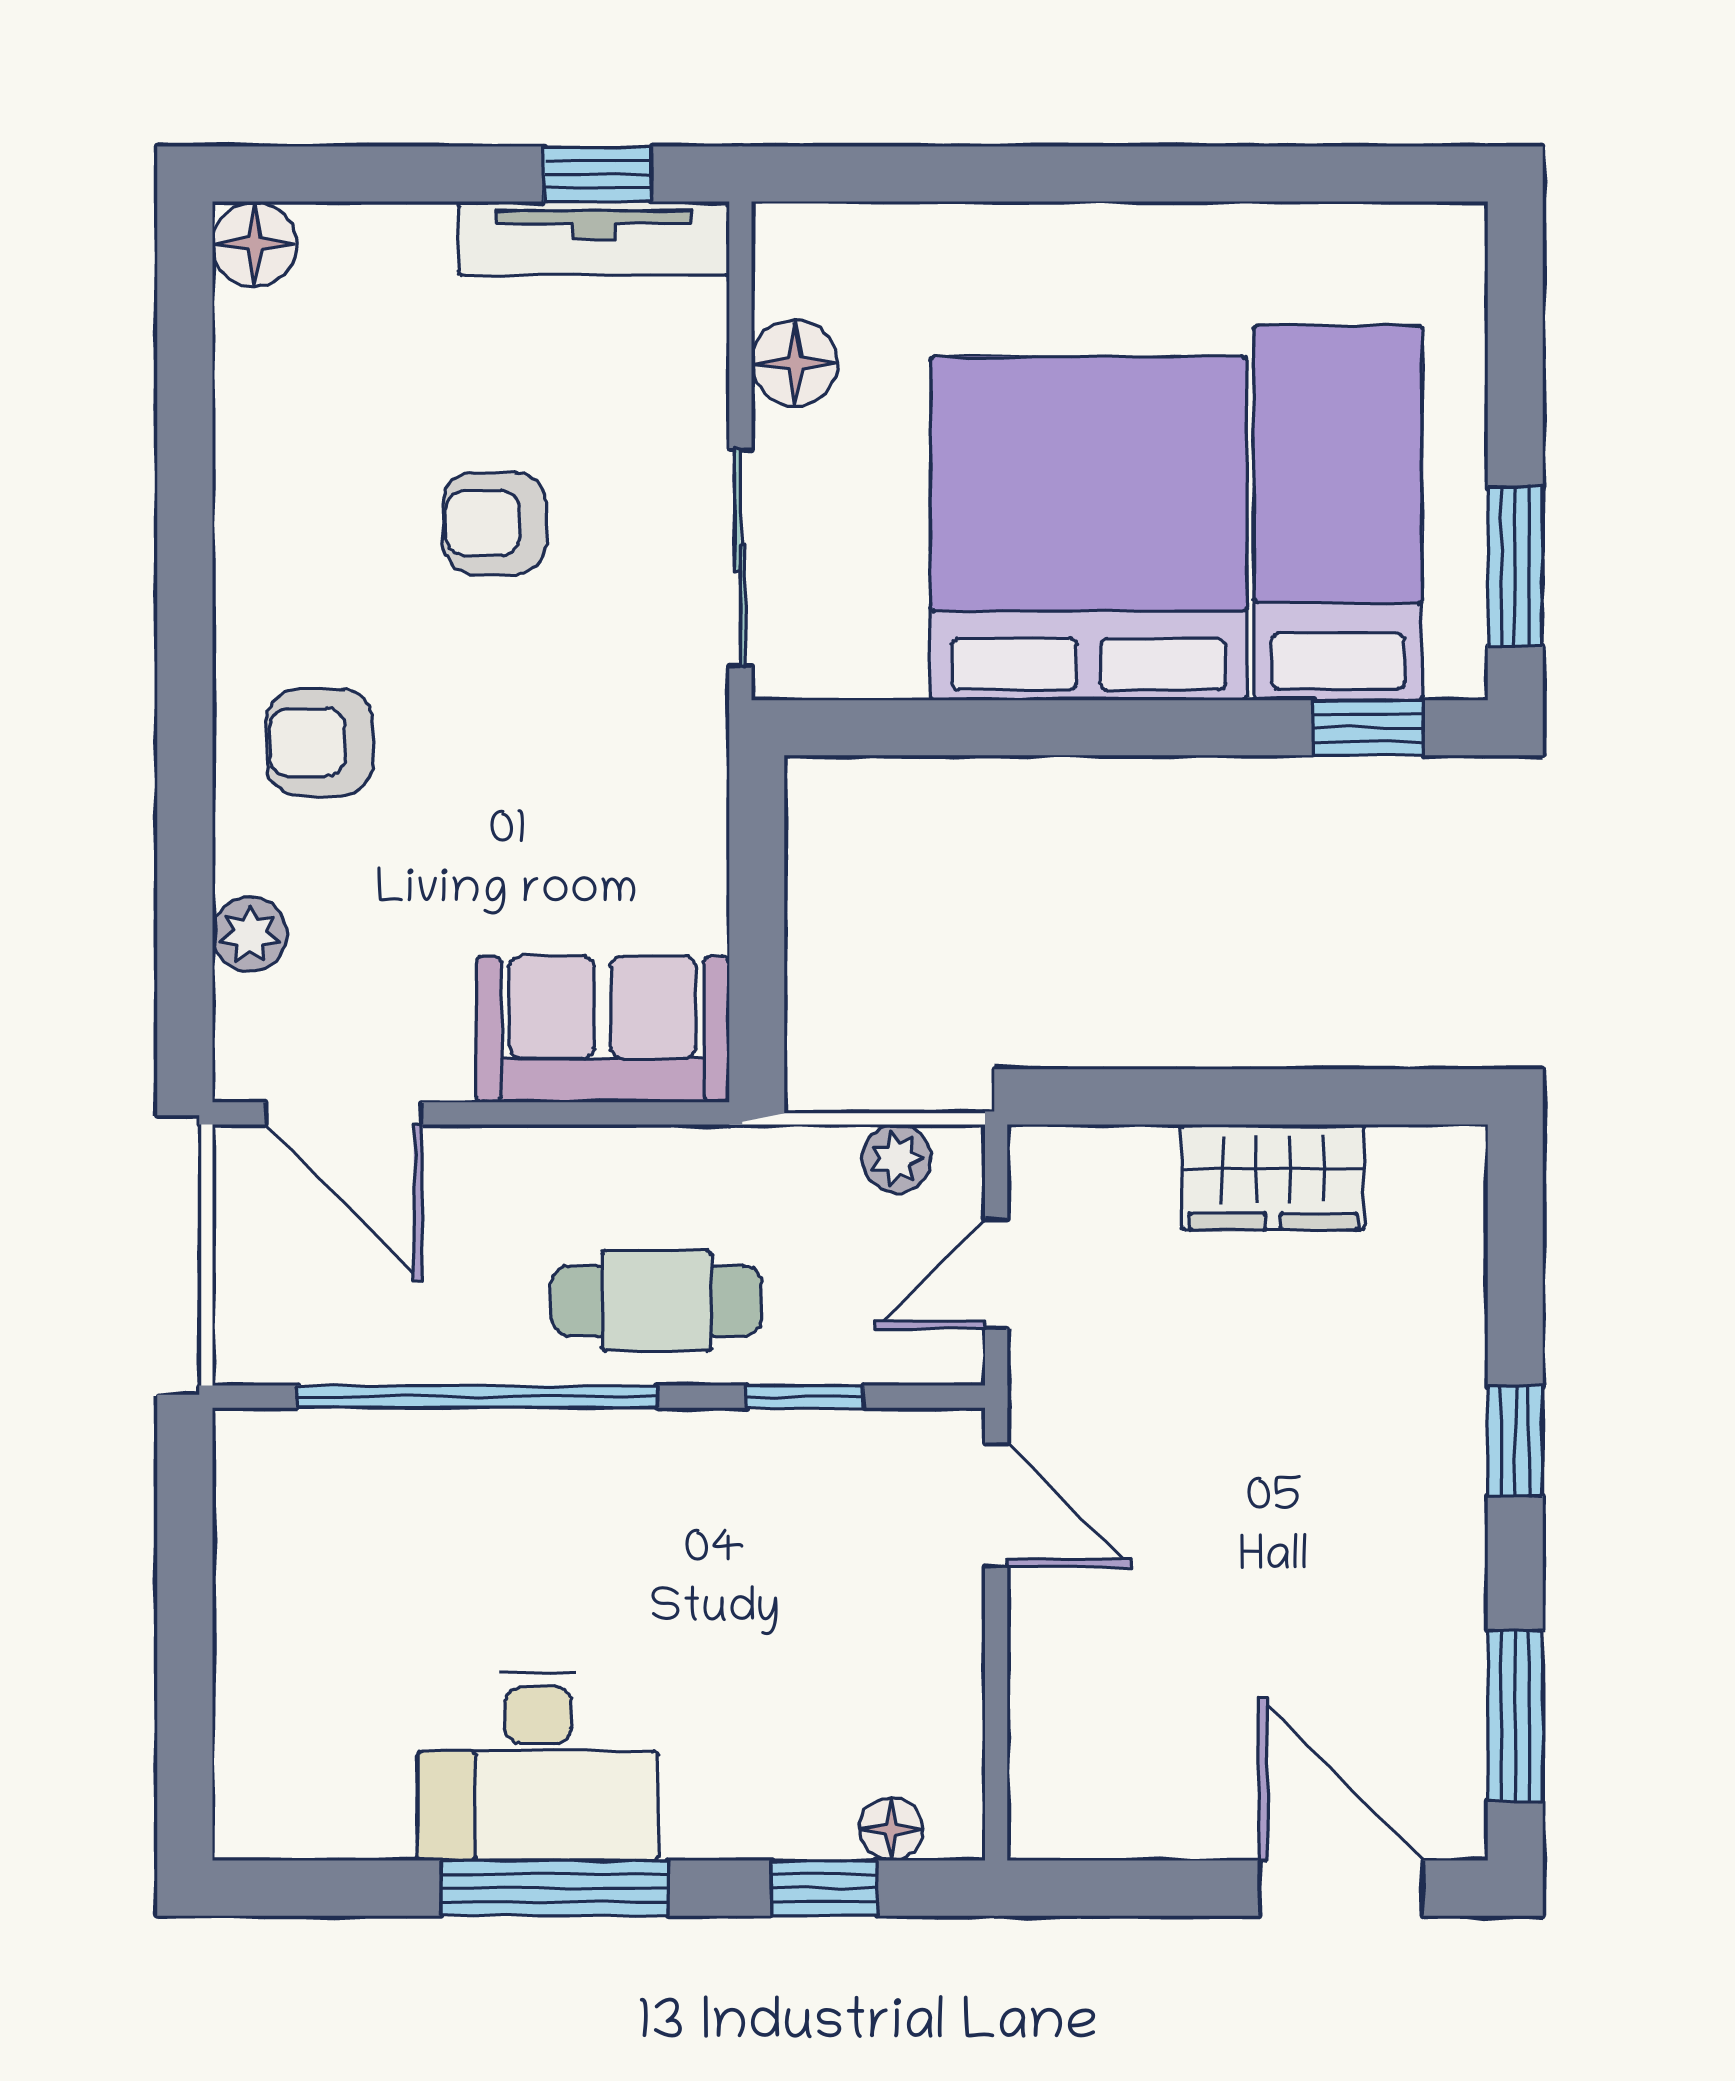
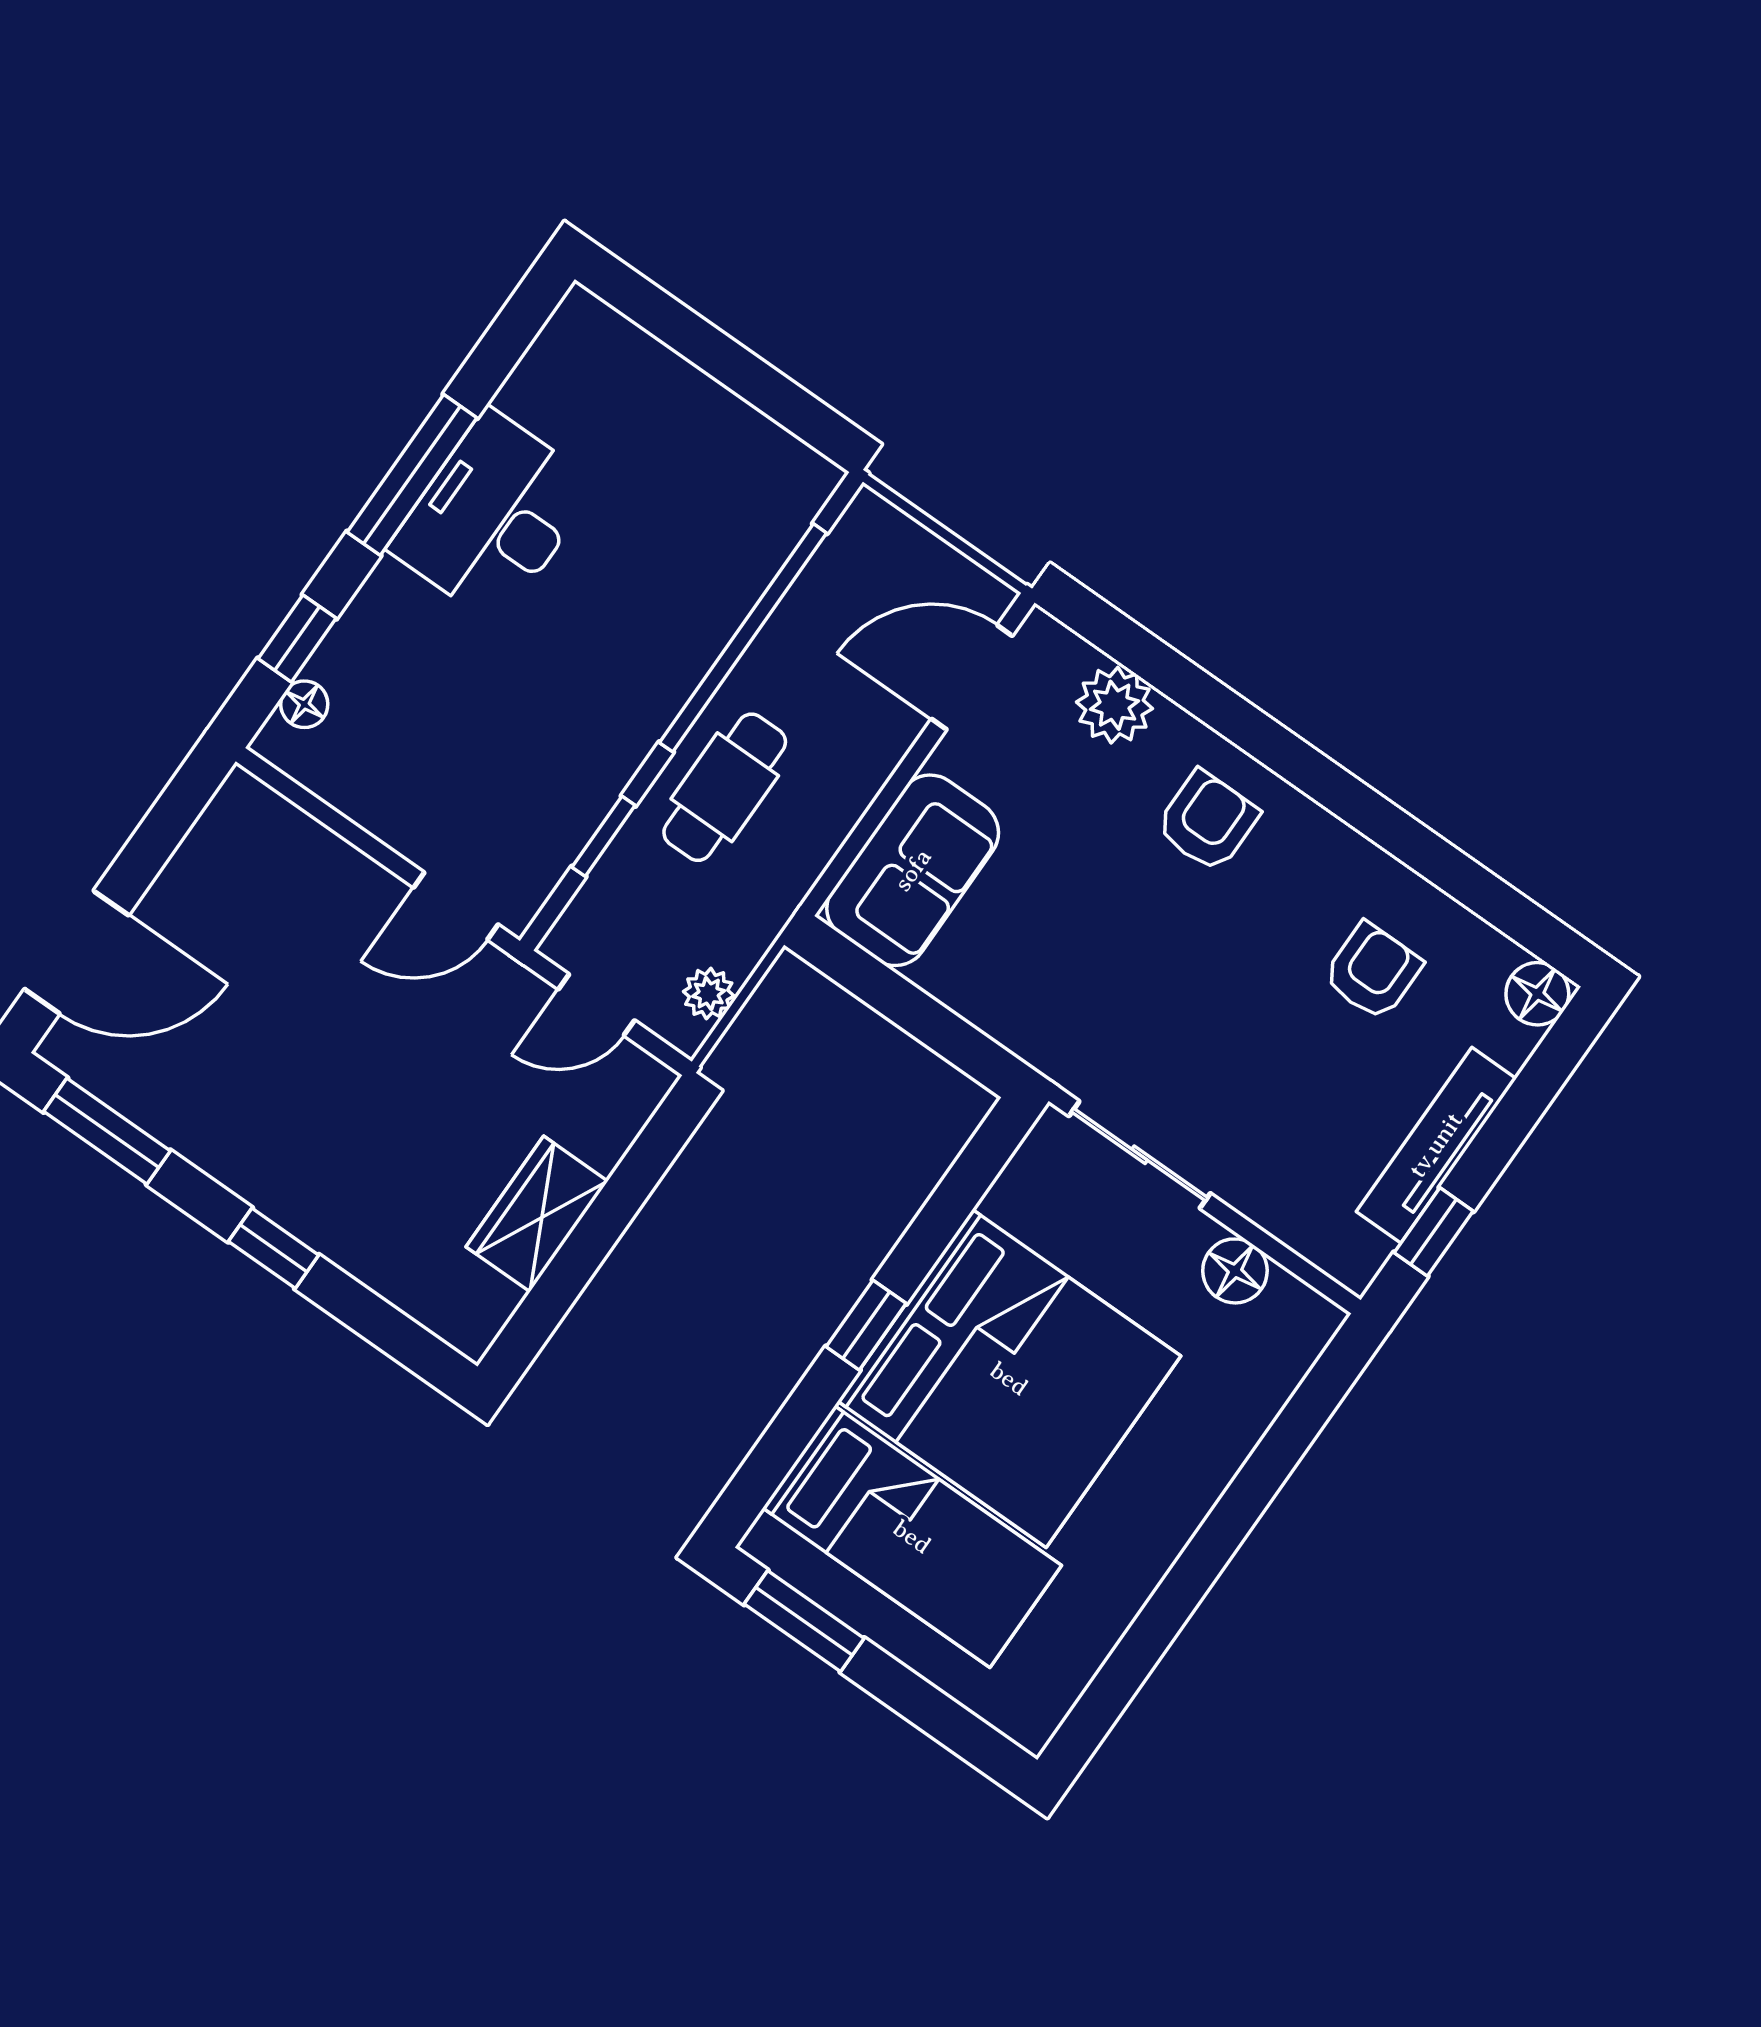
tv unit: (594, 238) -> (1436, 1145), moved
armchair: (495, 523) -> (1373, 971), moved
window: (1369, 728) -> (866, 1325), moved
plant: (250, 934) -> (1115, 705), width x1.38, depth x1.38
door: (996, 1274) -> (596, 1005), swing flipped

